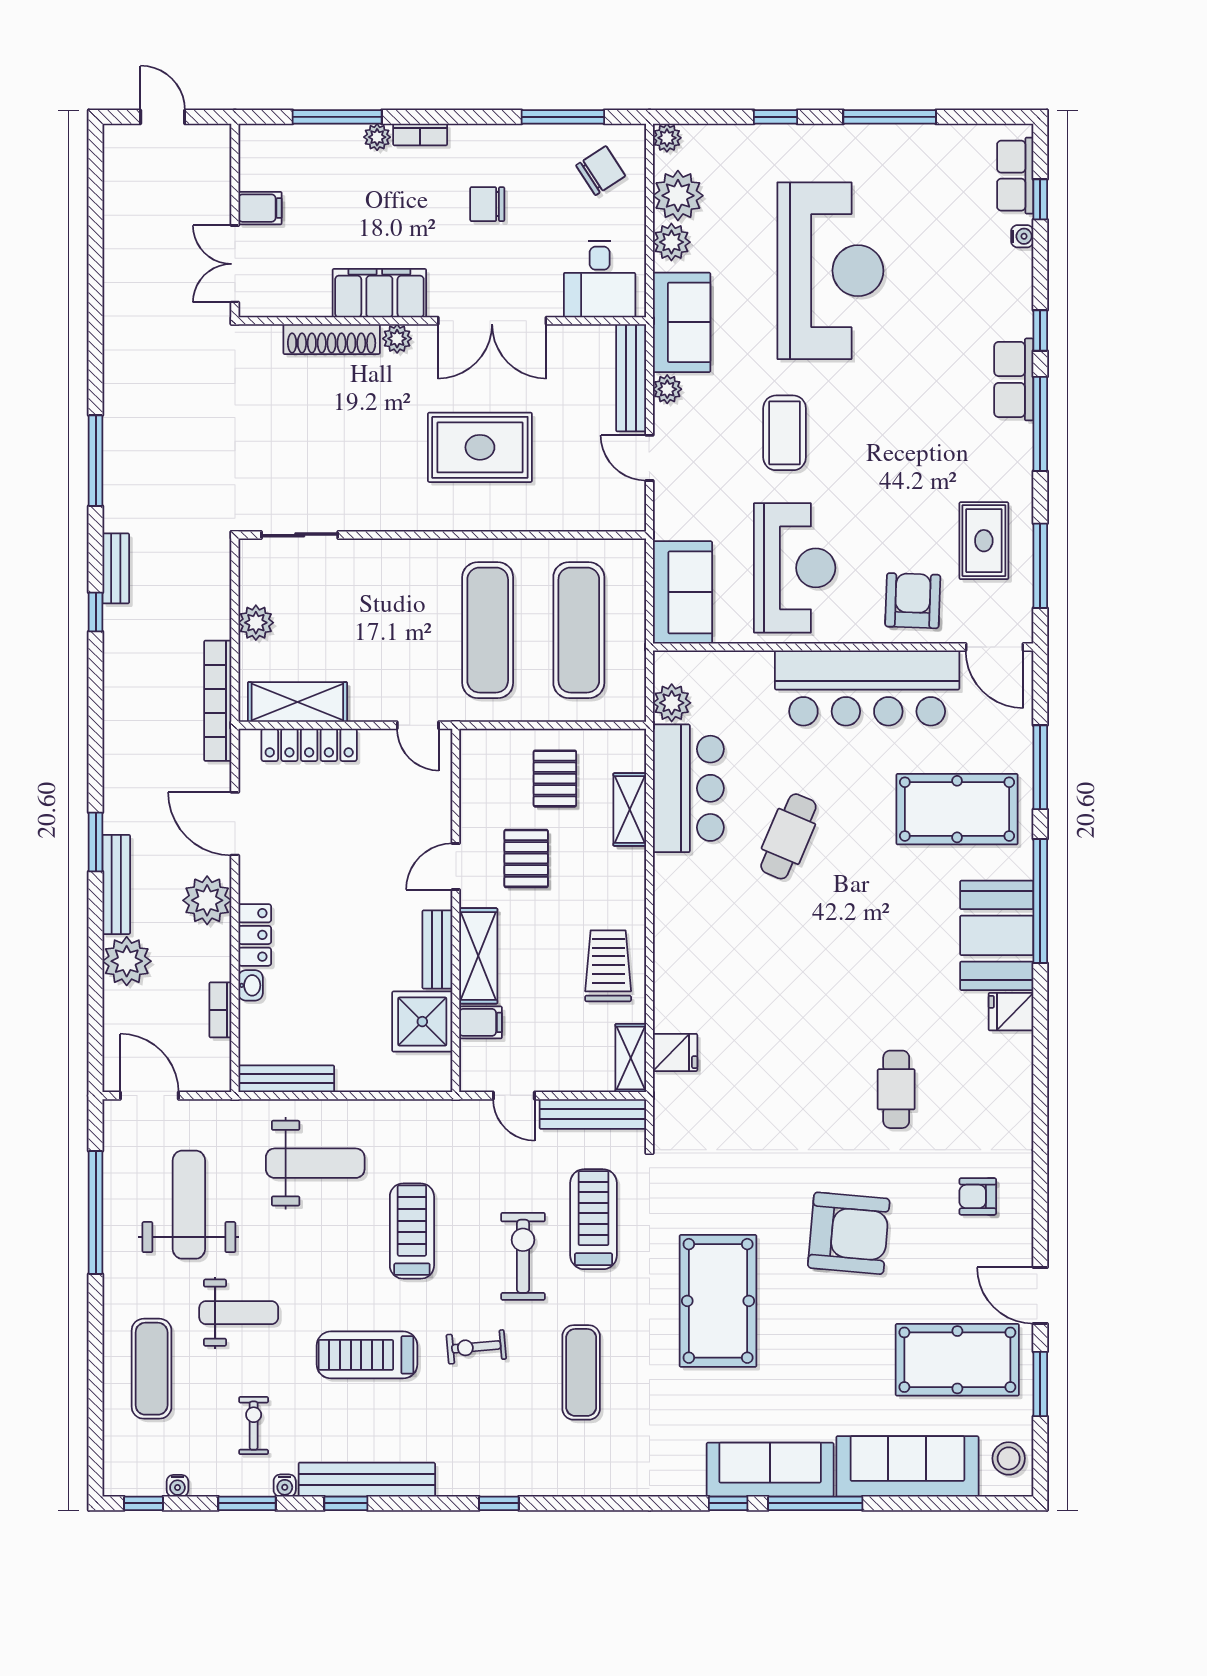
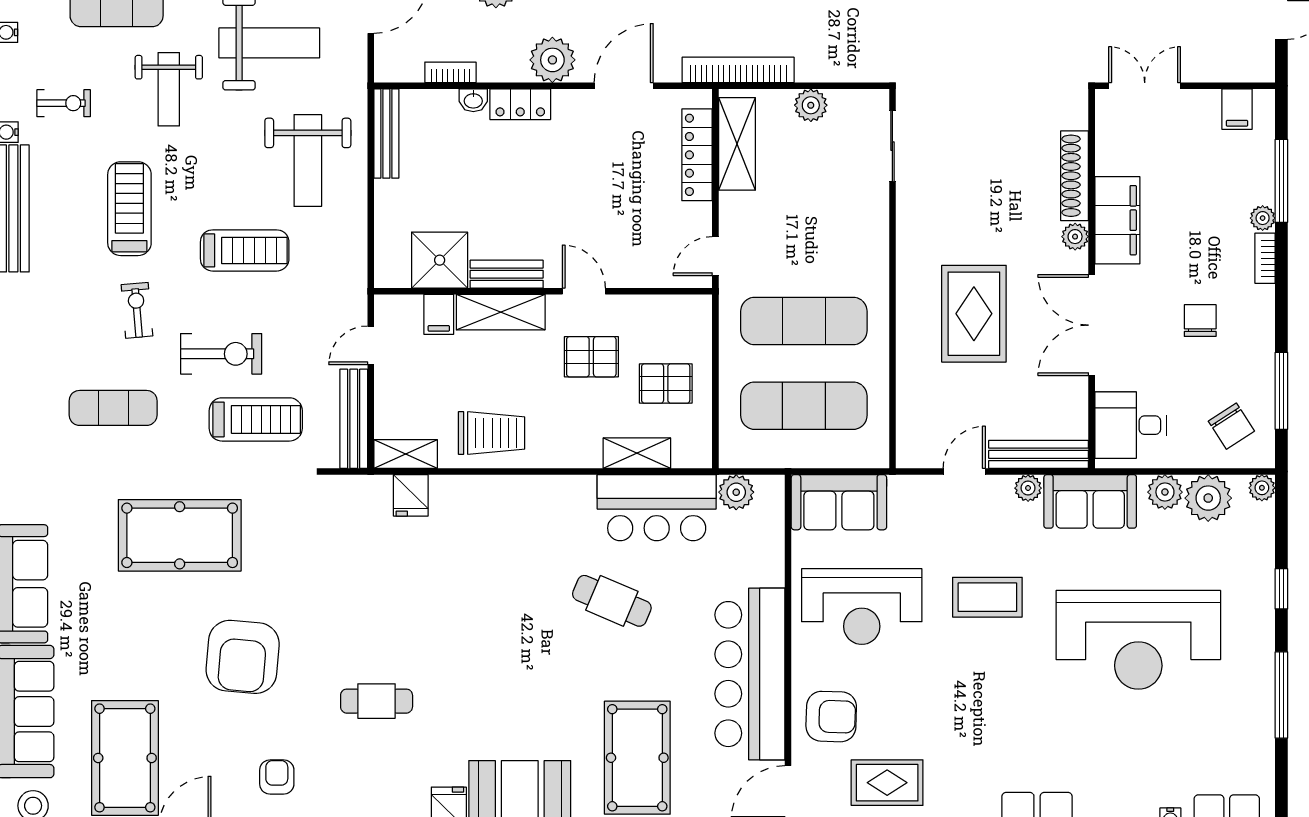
filing cabinet: (260, 208) -> (1237, 109), moved

